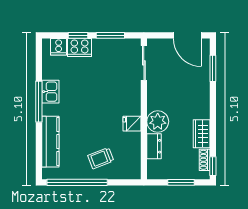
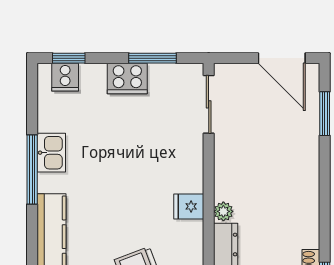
window: (78, 35) -> (69, 58), moved
cooker: (80, 48) -> (127, 79), moved
plant: (158, 122) -> (223, 211), width x0.53, depth x0.53
wardrobe: (202, 134) -> (306, 224), removed

